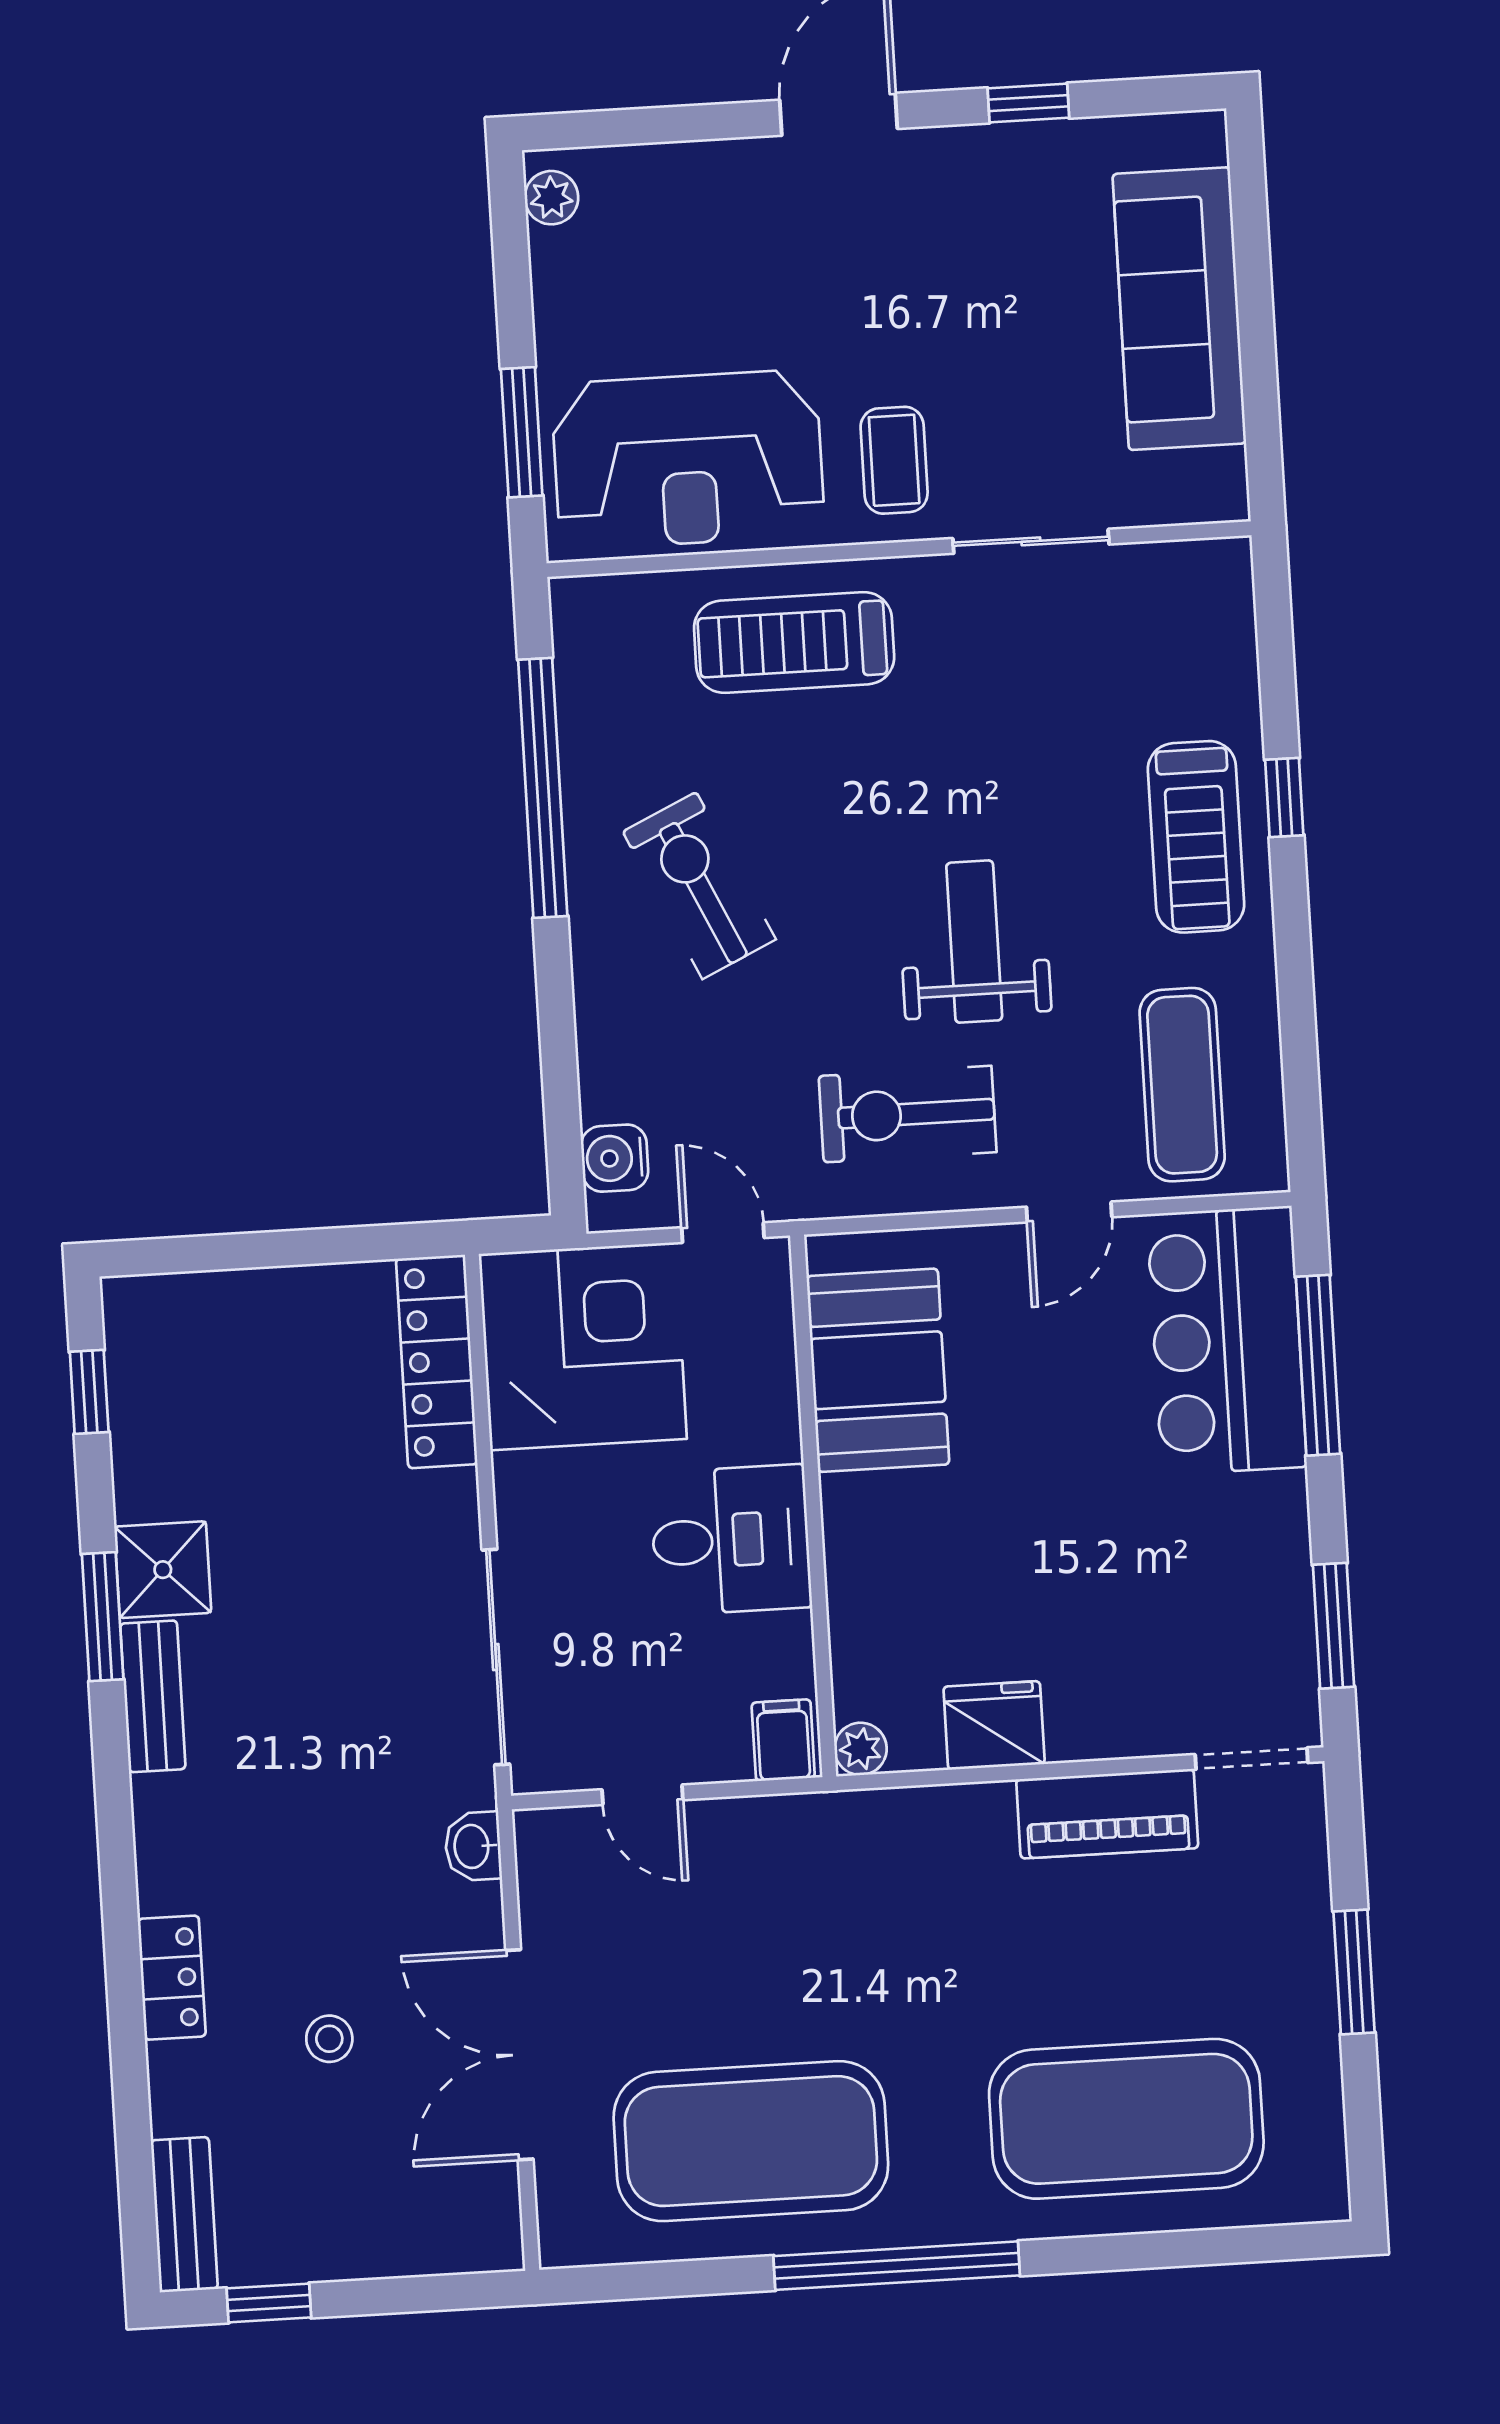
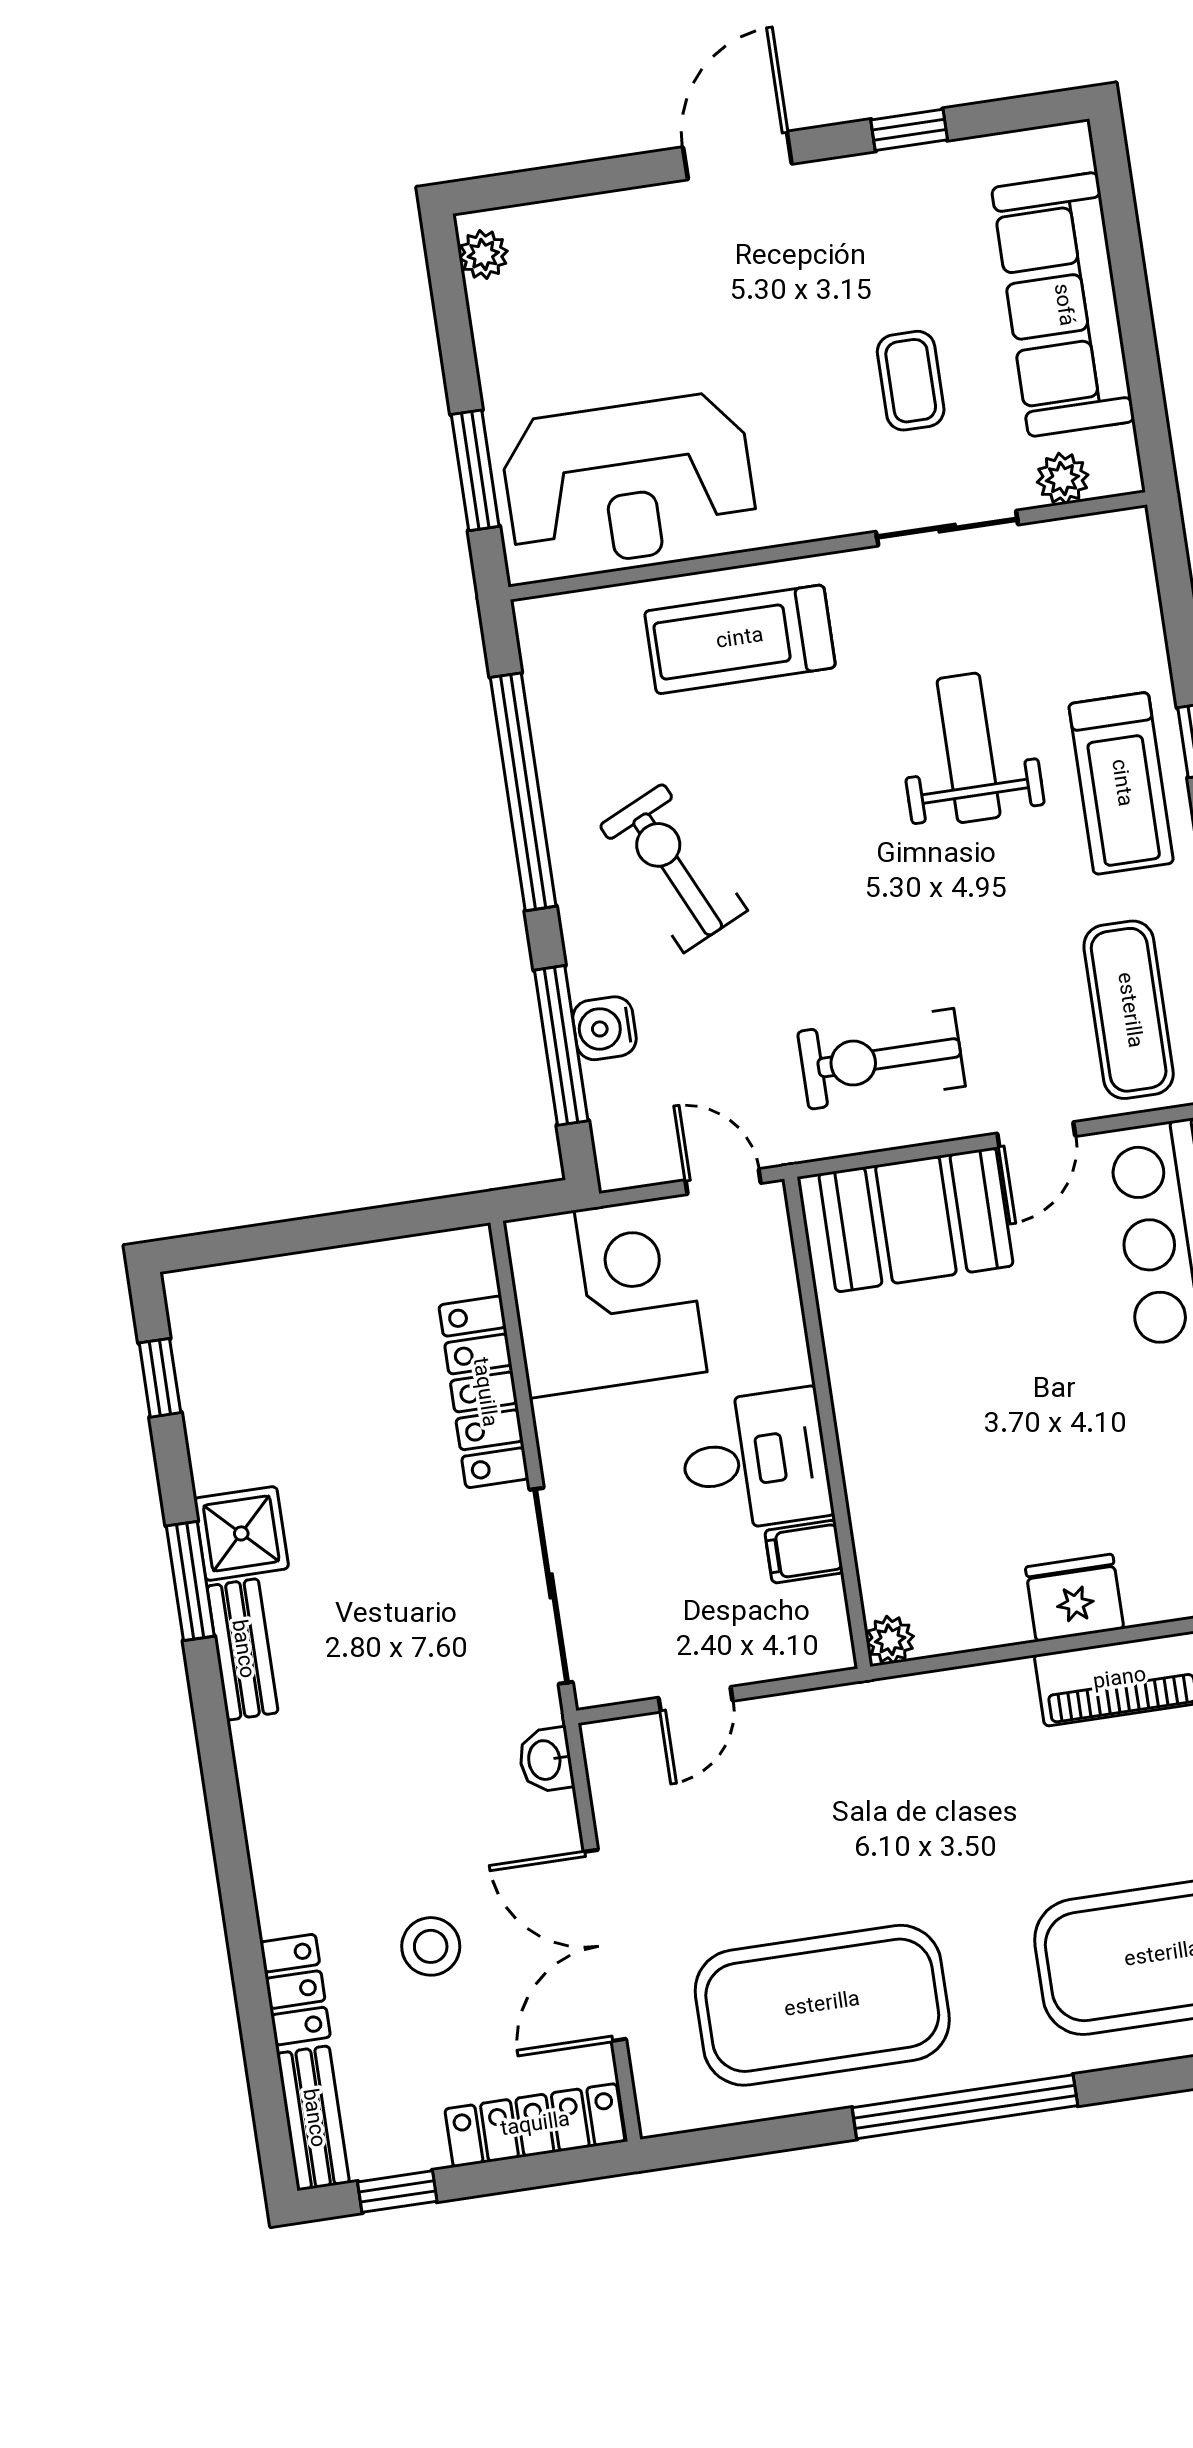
coffee table: (894, 460) -> (911, 381), moved
plant: (1162, 498) -> (1063, 479), added
weight bench: (974, 942) -> (969, 748), moved
window: (559, 1068) -> (561, 1045), added
water cooler: (615, 1158) -> (605, 1028), moved
locker: (437, 1361) -> (484, 1392), moved
booth: (878, 1370) -> (916, 1220), moved, turned 90
fridge: (994, 1725) -> (1075, 1598), moved
filing cabinet: (783, 1740) -> (804, 1552), moved, turned -90
door: (642, 1795) -> (696, 1699), hinge flipped
locker: (172, 1978) -> (295, 1990), moved
stool: (329, 2039) -> (431, 1946), width x1.37, depth x1.37
locker: (426, 2244) -> (535, 2125), added

